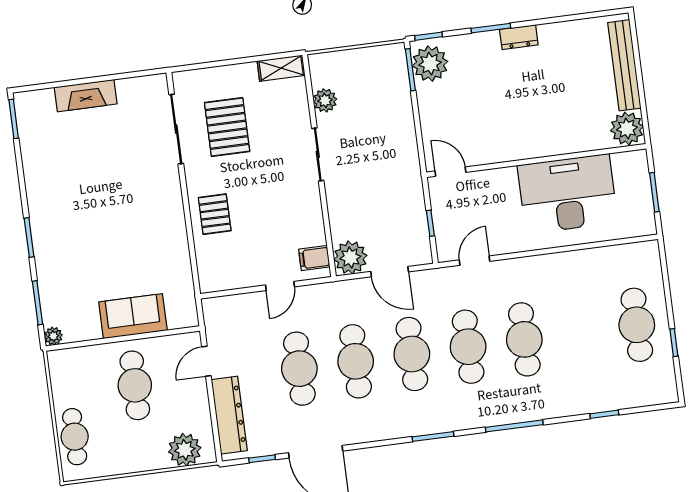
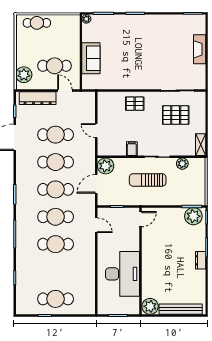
sun lounger: (368, 167) -> (148, 180), added
filing cabinet: (314, 258) -> (132, 149), moved
cafe table: (135, 385) -> (55, 66), moved

